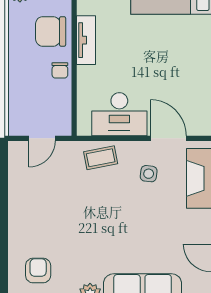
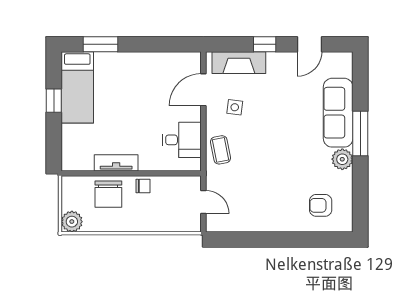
desk: (119, 114) -> (182, 140), width x0.73

